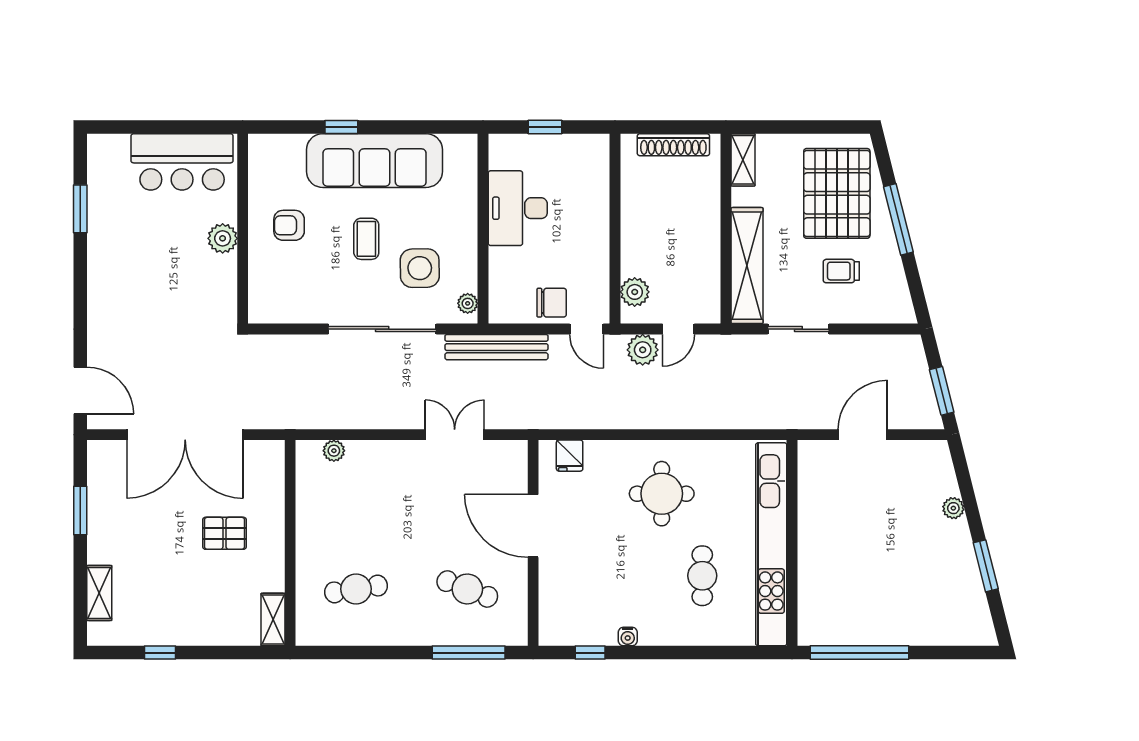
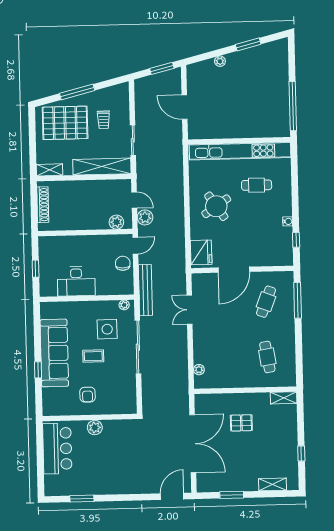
fridge: (570, 456) -> (201, 252), width x1.88, depth x1.34
round table: (662, 494) -> (216, 206), turned -34
pallet: (224, 533) -> (241, 423), turned 90

